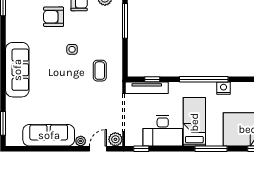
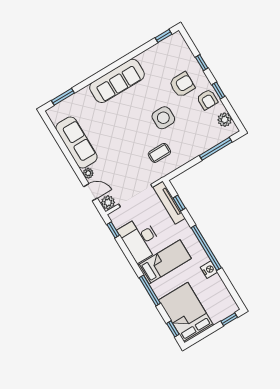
armchair: (54, 17) -> (182, 85), turned 90
side table: (72, 49) -> (163, 118), width x1.87, depth x1.87

